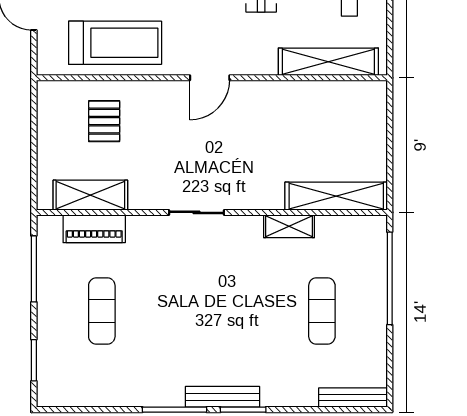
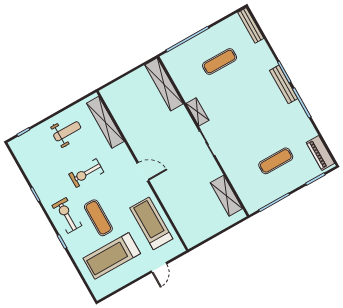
pallet: (104, 121) -> (189, 208), removed
shelving: (289, 226) -> (198, 112), moved
piano: (94, 229) -> (320, 153), moved, turned 180

